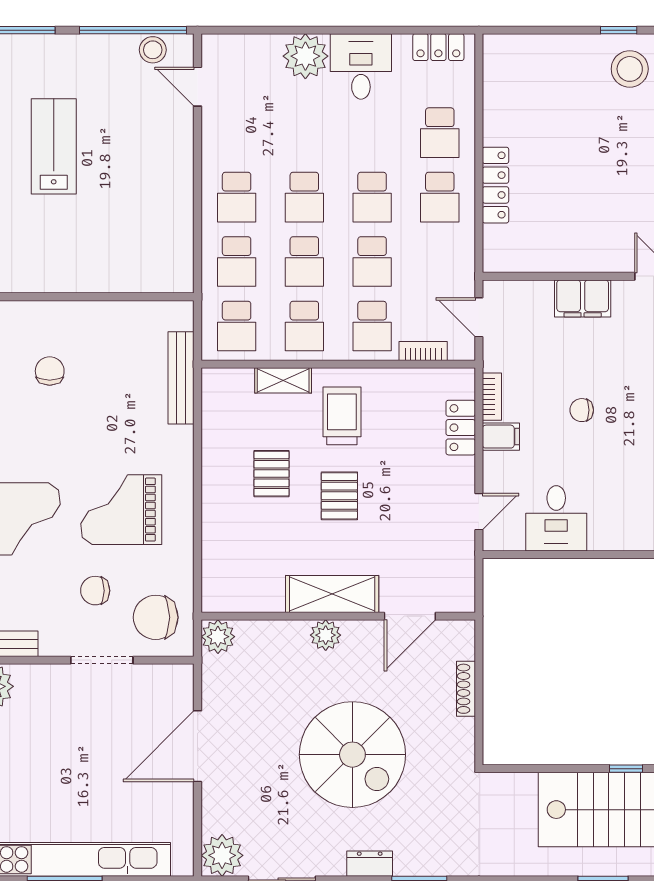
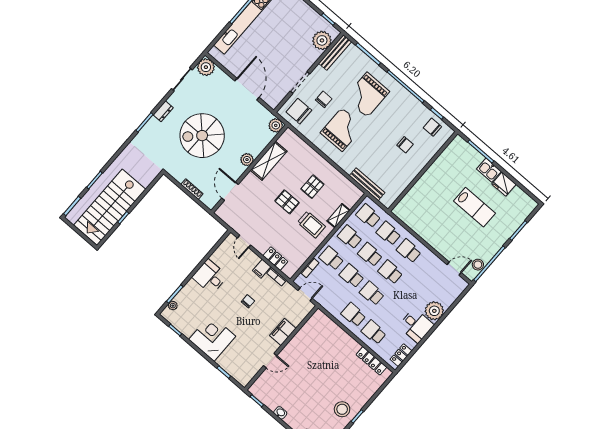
locker: (496, 185) -> (371, 361), moved
pallet: (271, 474) -> (312, 187), turned 90
desk: (556, 518) -> (210, 277), moved
shelving: (332, 594) -> (269, 161), moved
chair: (156, 617) -> (299, 111), turned -90

